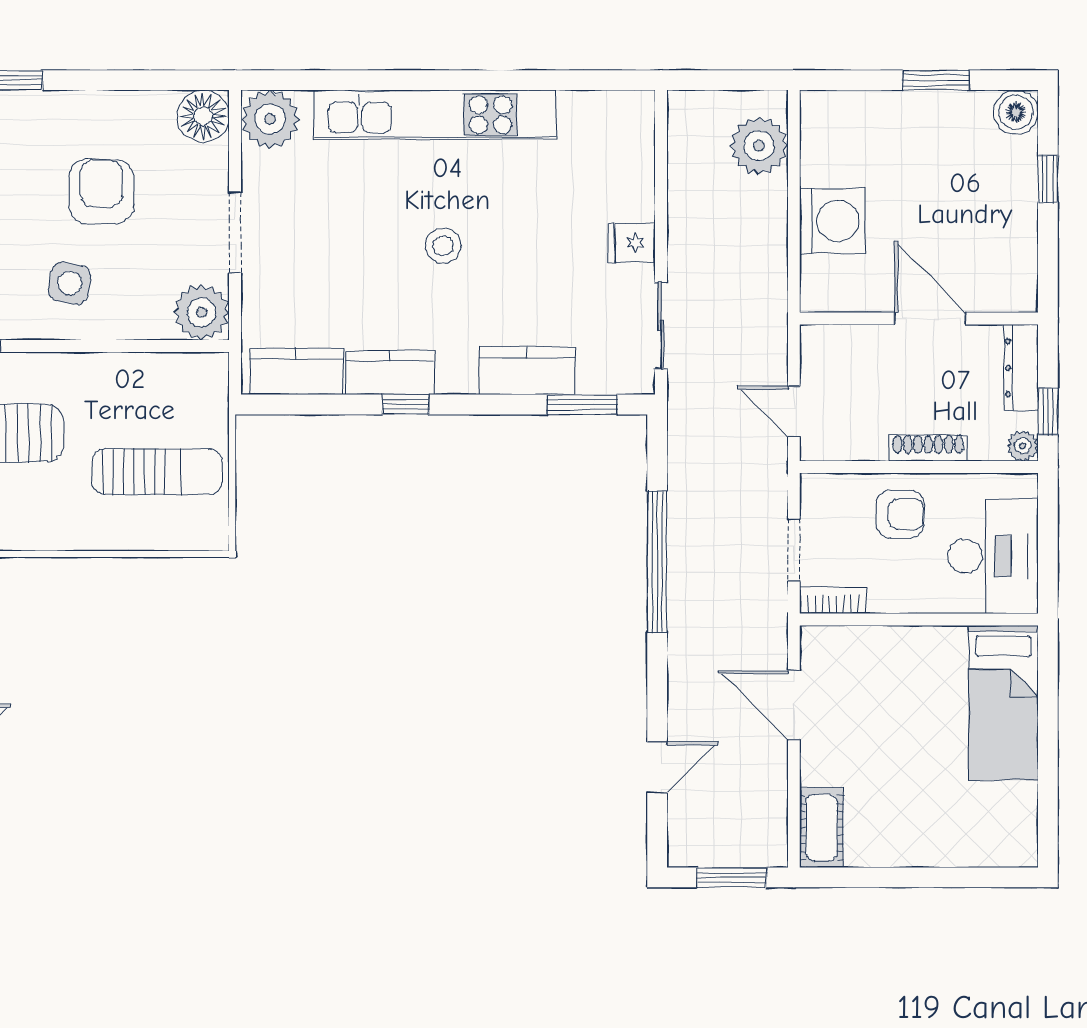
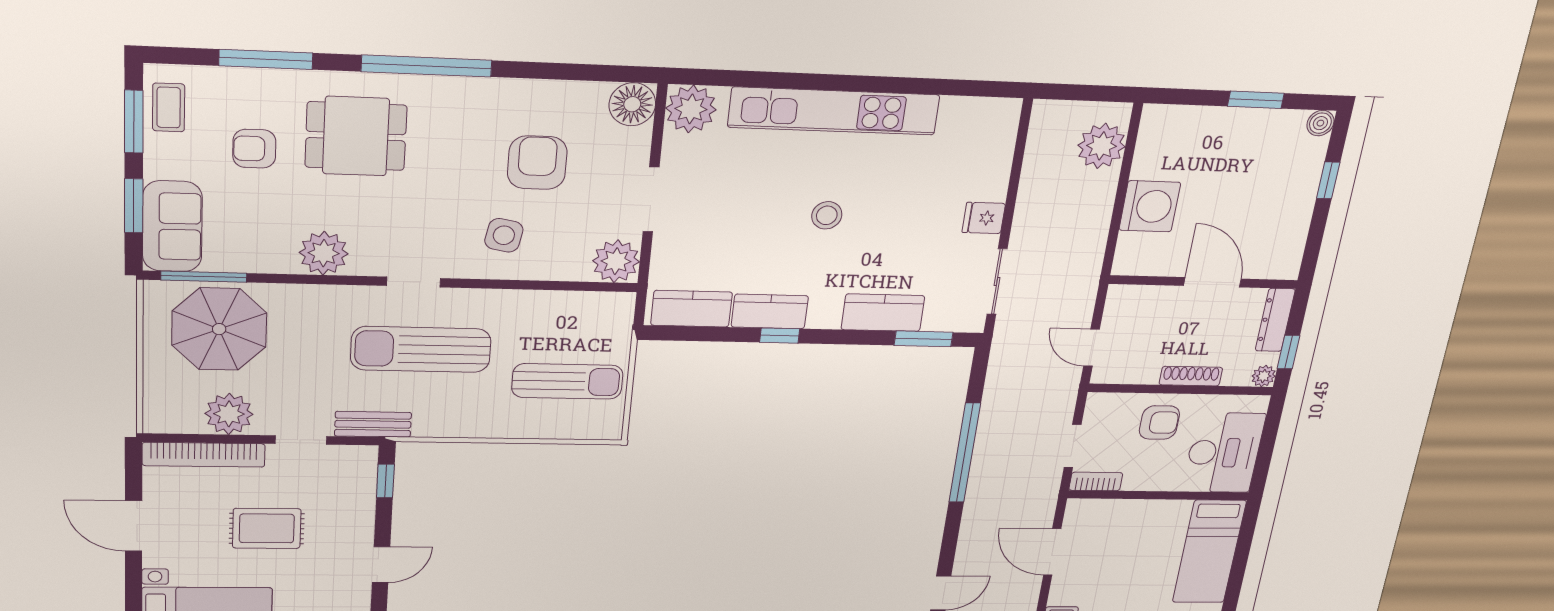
boiler: (1016, 112) -> (1320, 123), width x0.73, depth x0.73

